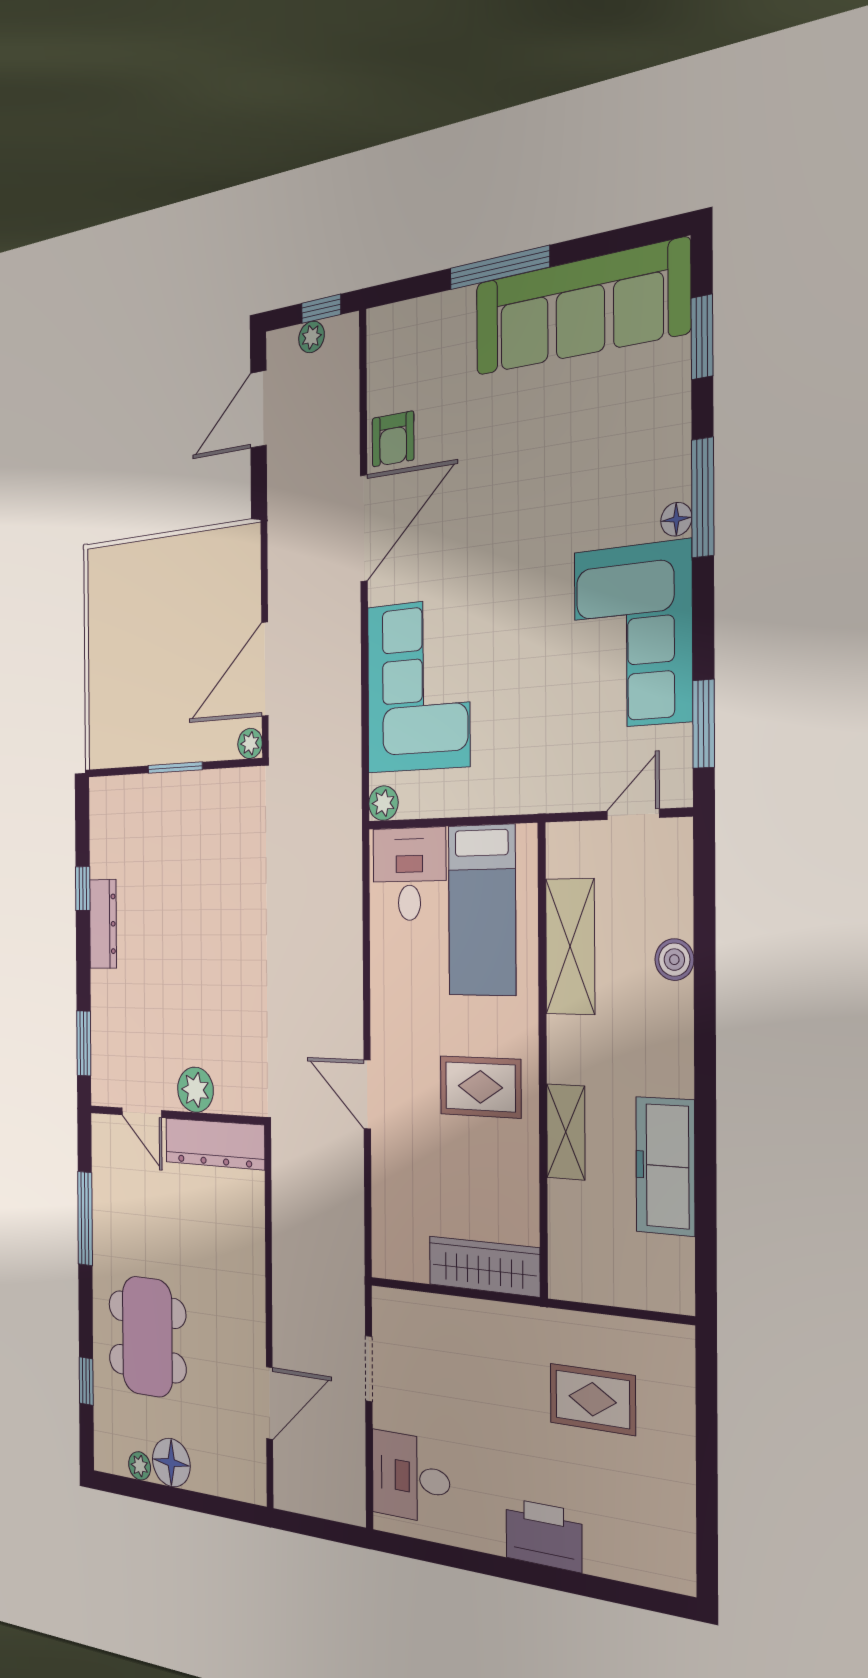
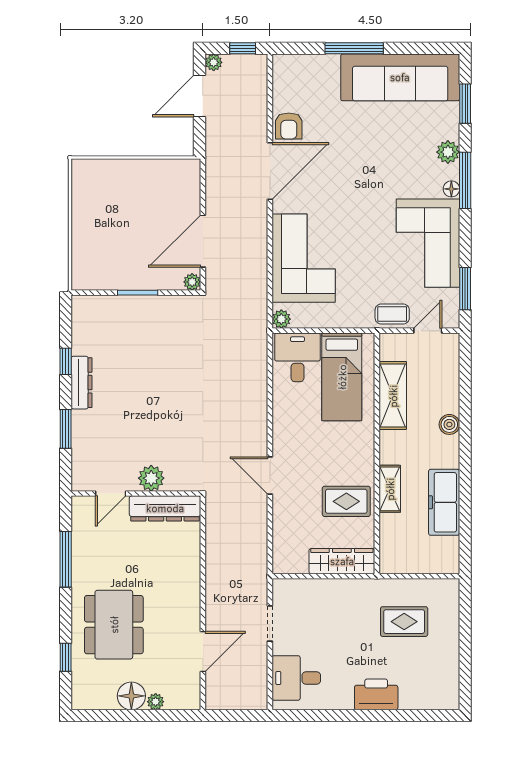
plant: (311, 337) -> (214, 62), moved
plant: (669, 444) -> (448, 152), added
coffee table: (568, 784) -> (392, 314), added
boiler: (674, 960) -> (449, 424), moved
window: (84, 1043) -> (66, 429), moved
rug: (480, 1087) -> (346, 501), moved
door: (142, 1113) -> (111, 493), hinge flipped
plant: (140, 1466) -> (156, 702), moved

